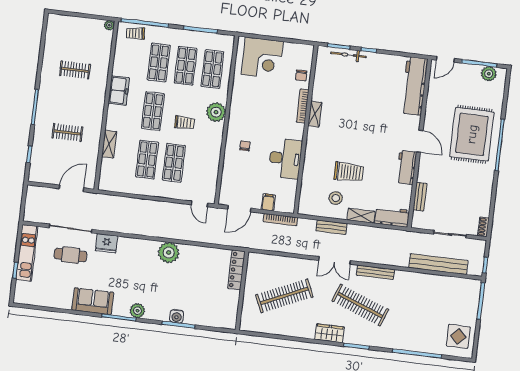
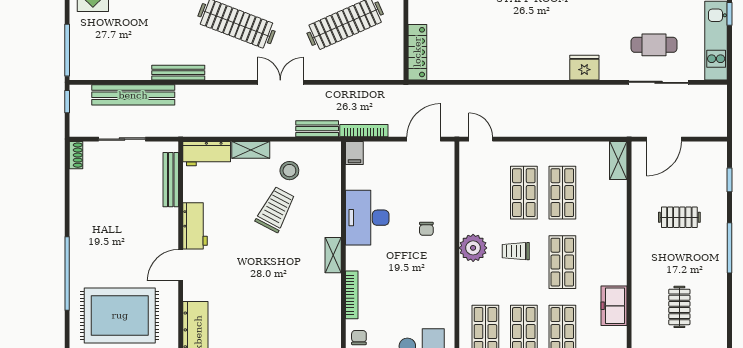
clothes rail: (75, 70) -> (679, 307), turned 90
freezer: (119, 91) -> (614, 306), moved
plant: (216, 112) -> (473, 248), moved
shelving: (315, 114) -> (333, 255), moved
rug: (472, 134) -> (120, 315), moved, turned 90
door: (420, 141) -> (181, 265), hinge flipped
shelving: (109, 144) -> (618, 160), moved
trolley: (349, 172) -> (276, 209), turned 118
bench: (420, 197) -> (171, 180), width x1.36
filing cabinet: (268, 202) -> (354, 153), moved
bench: (331, 227) -> (317, 129), moved
fridge: (107, 243) -> (584, 68), moved
plant: (169, 253) -> (516, 65), removed
bench: (375, 272) -> (178, 73), moved

